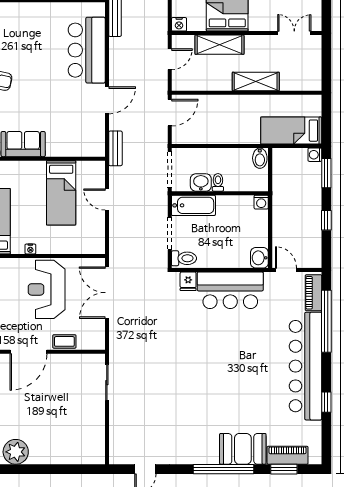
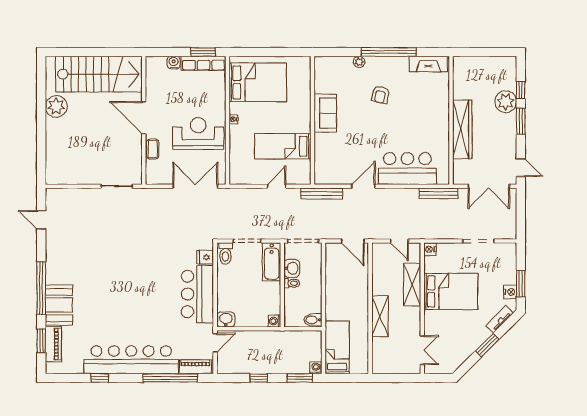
door: (107, 100) -> (363, 186), swing flipped
bench: (115, 148) -> (321, 194), width x1.36

